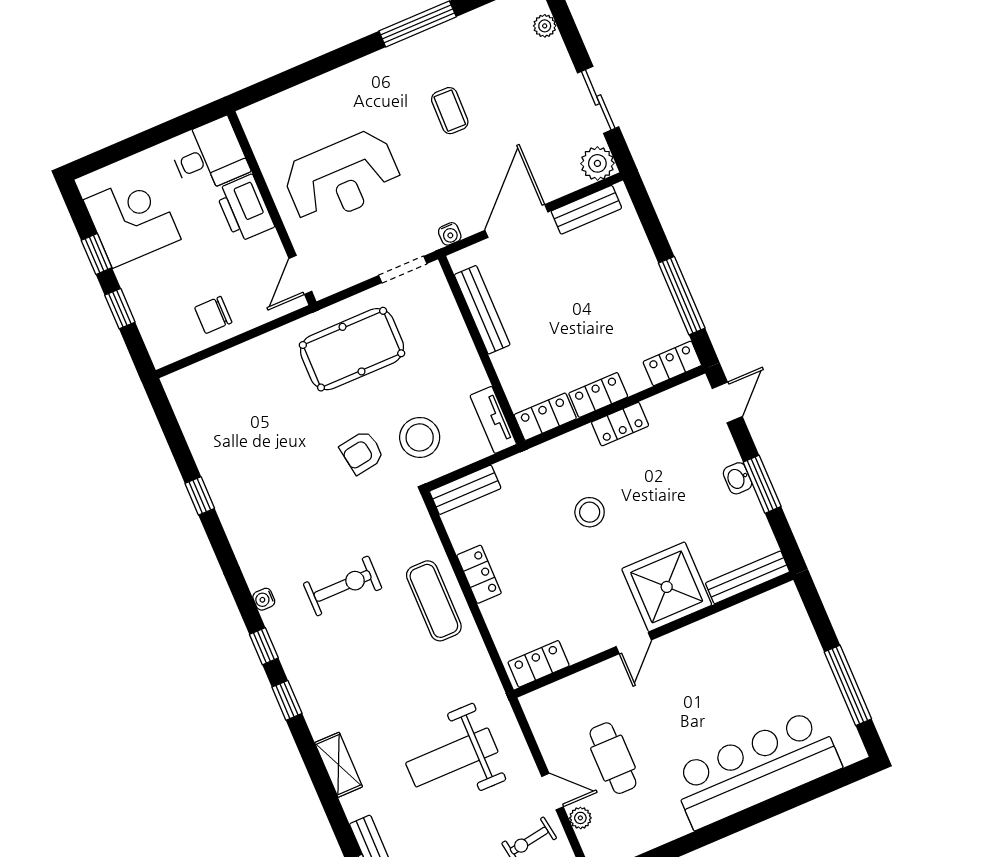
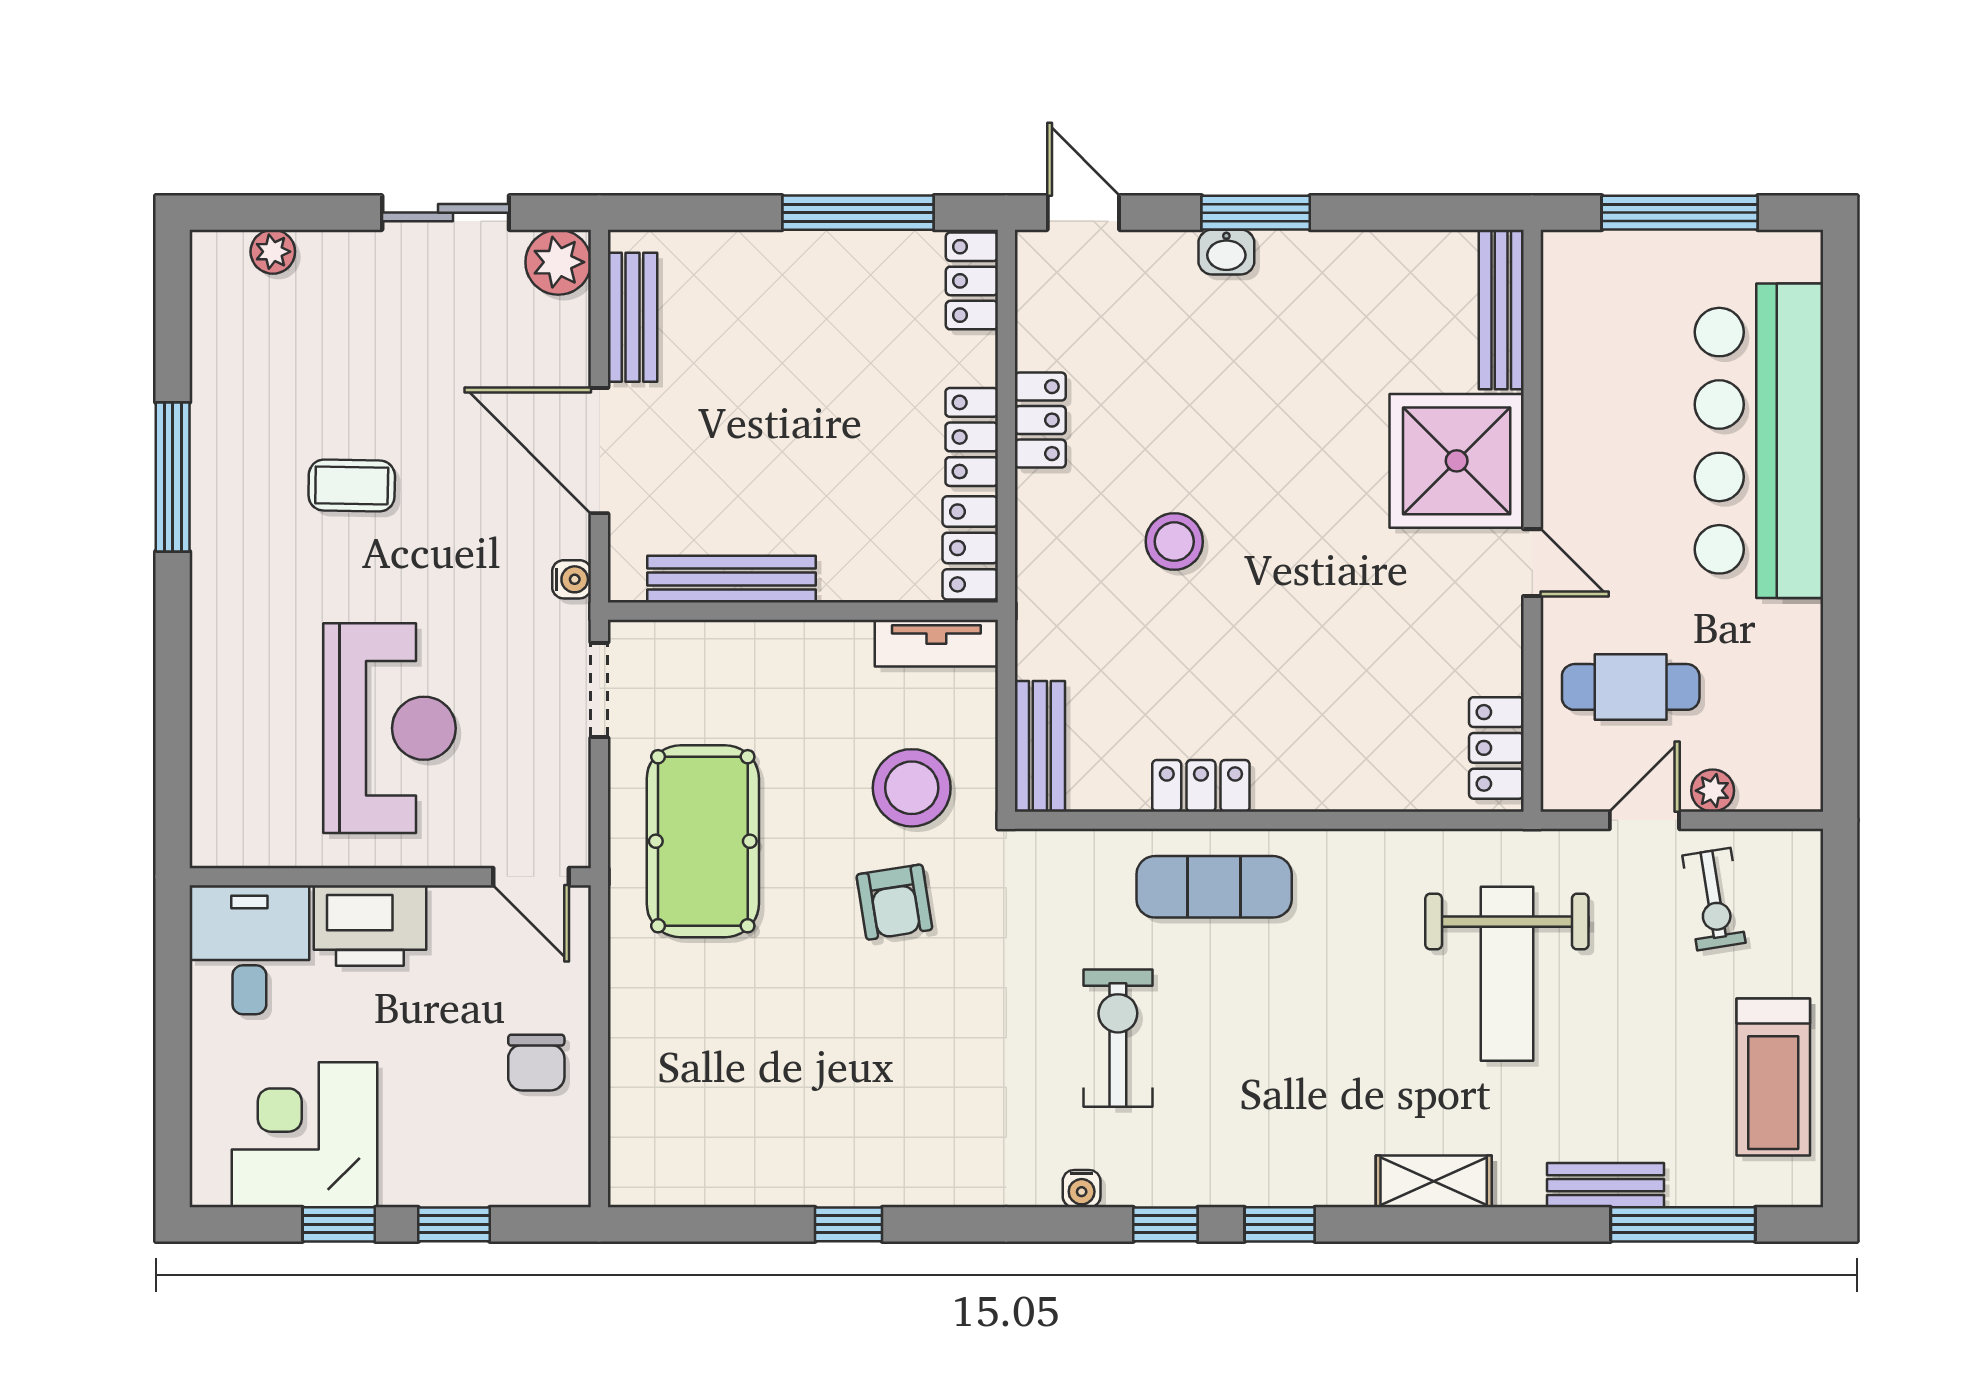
bench: (748, 577) -> (1501, 309), moved
shower: (667, 587) -> (1457, 461), moved
wall: (654, 635) -> (1532, 521), moved
door: (634, 643) -> (1532, 563), moved
locker: (539, 664) -> (1496, 748), moved

